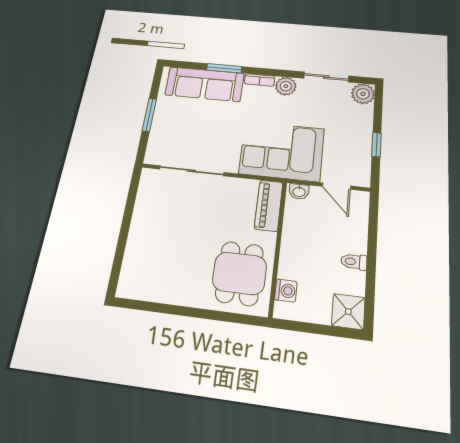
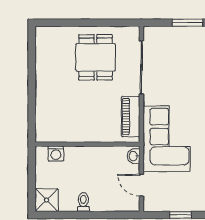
door: (336, 186) -> (141, 185), hinge flipped
piano: (269, 206) -> (131, 117), moved, turned -90
dining table: (240, 273) -> (96, 57), moved, turned 90

